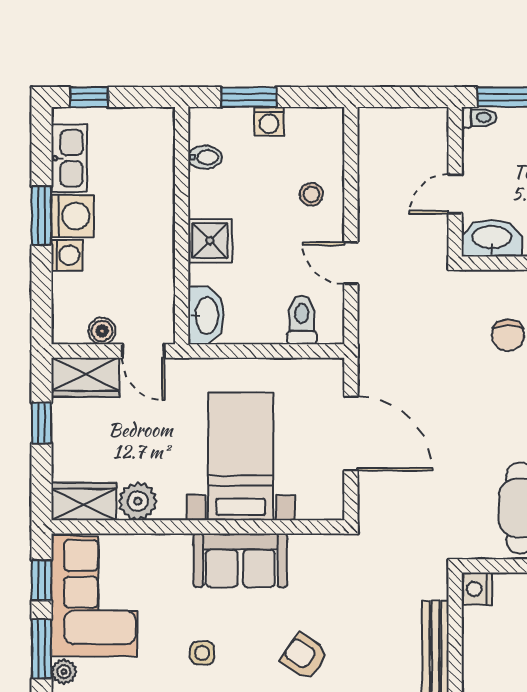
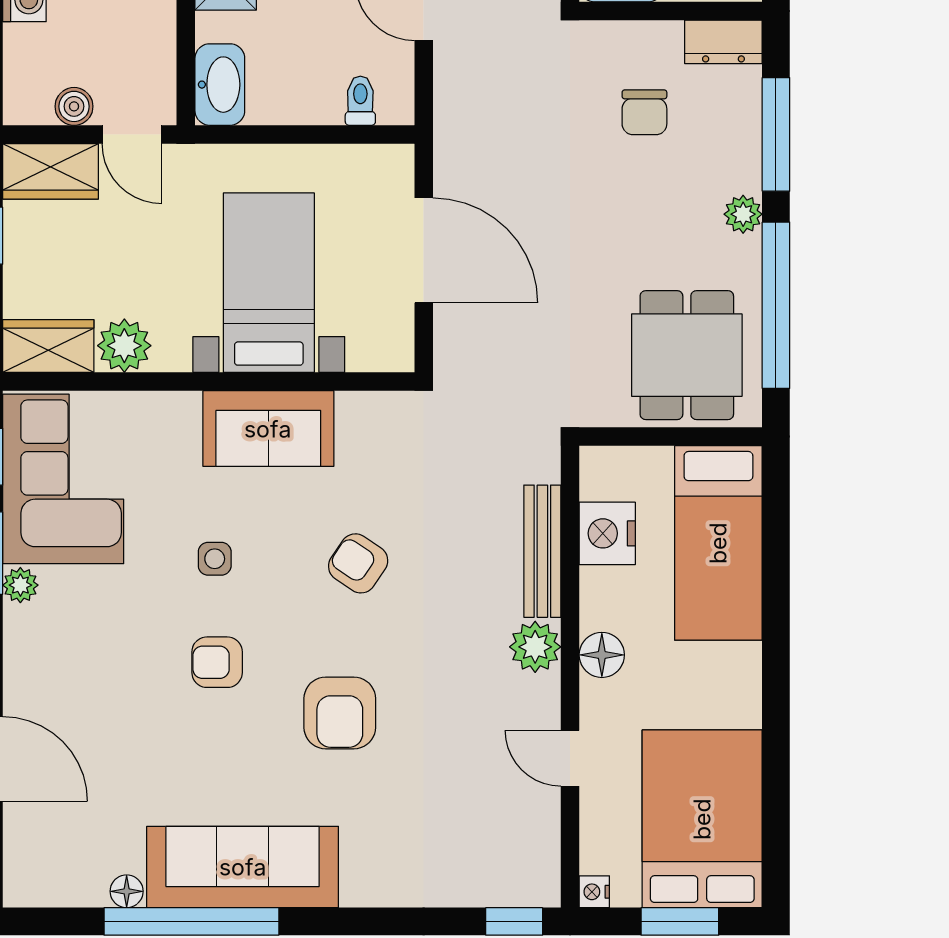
toilet: (302, 320) -> (360, 101), width x0.73, depth x0.72
nightstand: (477, 589) -> (607, 533), moved, width x1.36, depth x1.33

